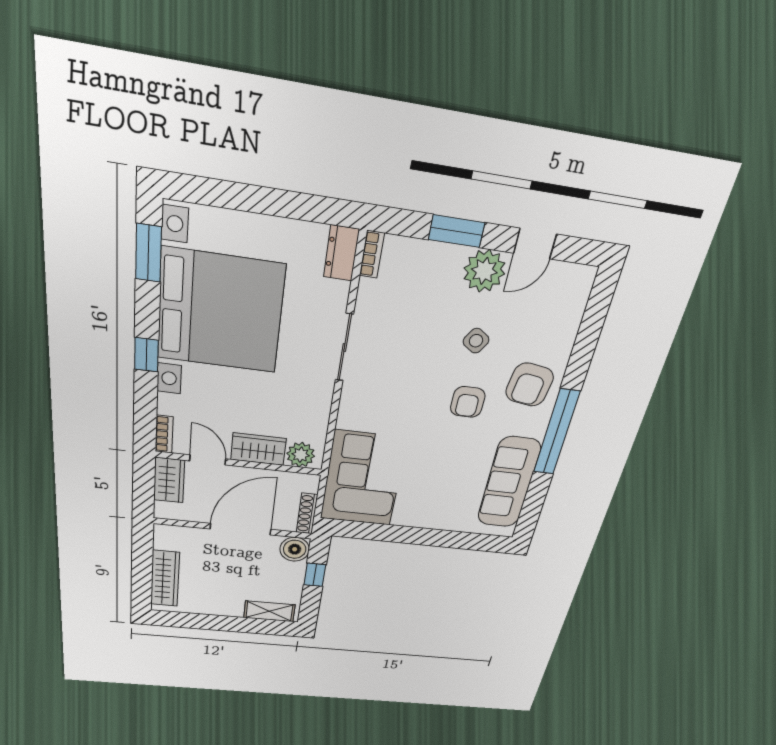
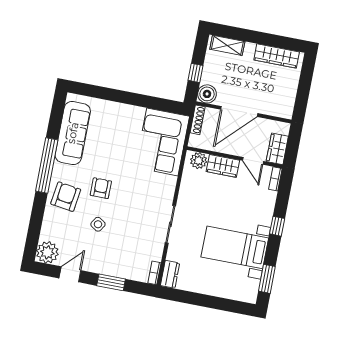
plant: (484, 271) -> (47, 252), moved
bed with nightstands: (220, 312) -> (235, 247), width x0.54
wardrobe: (165, 579) -> (277, 56), moved, turned -90

